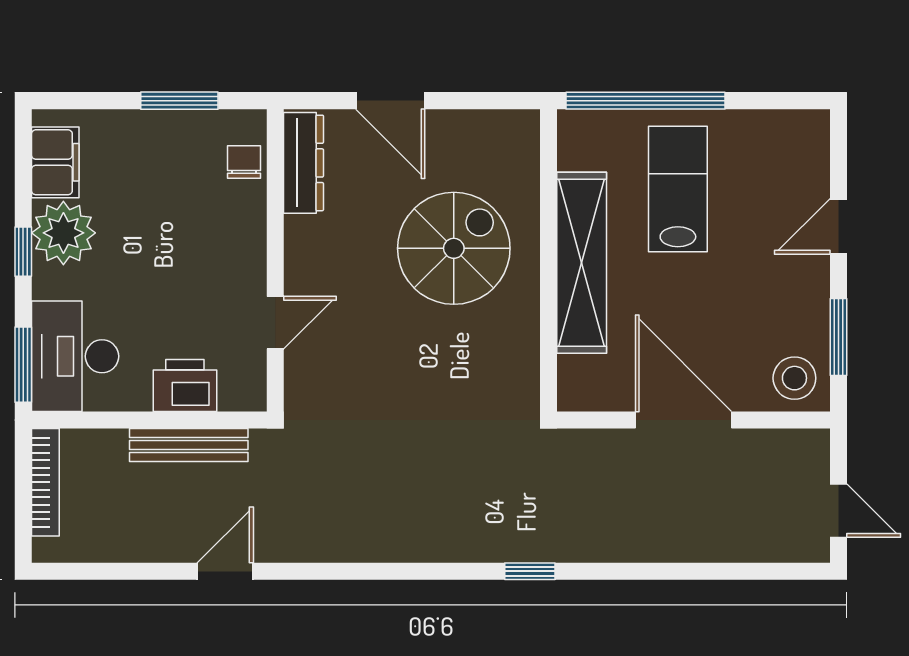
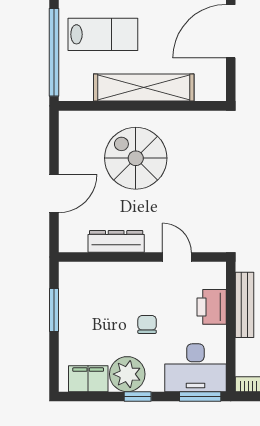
chair: (244, 162) -> (147, 324), moved, turned 90
dresser: (303, 163) -> (116, 241), moved
lab bench: (678, 189) -> (103, 34), turned 180

